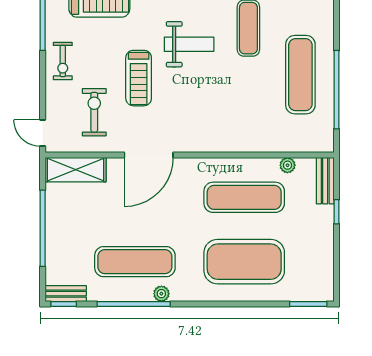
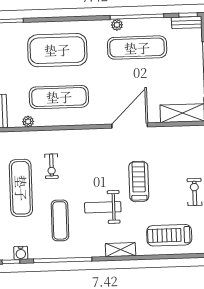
exercise bike: (94, 112) -> (51, 166), moved, width x0.73, depth x0.72

